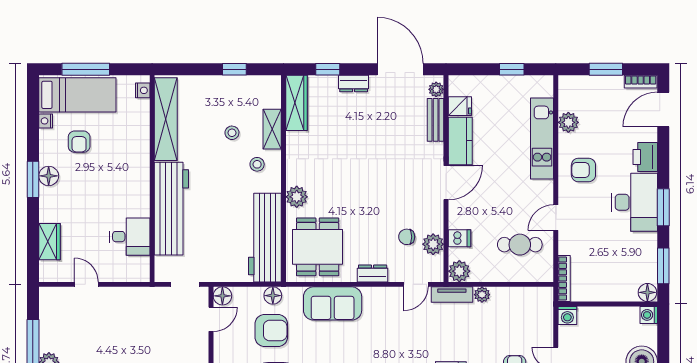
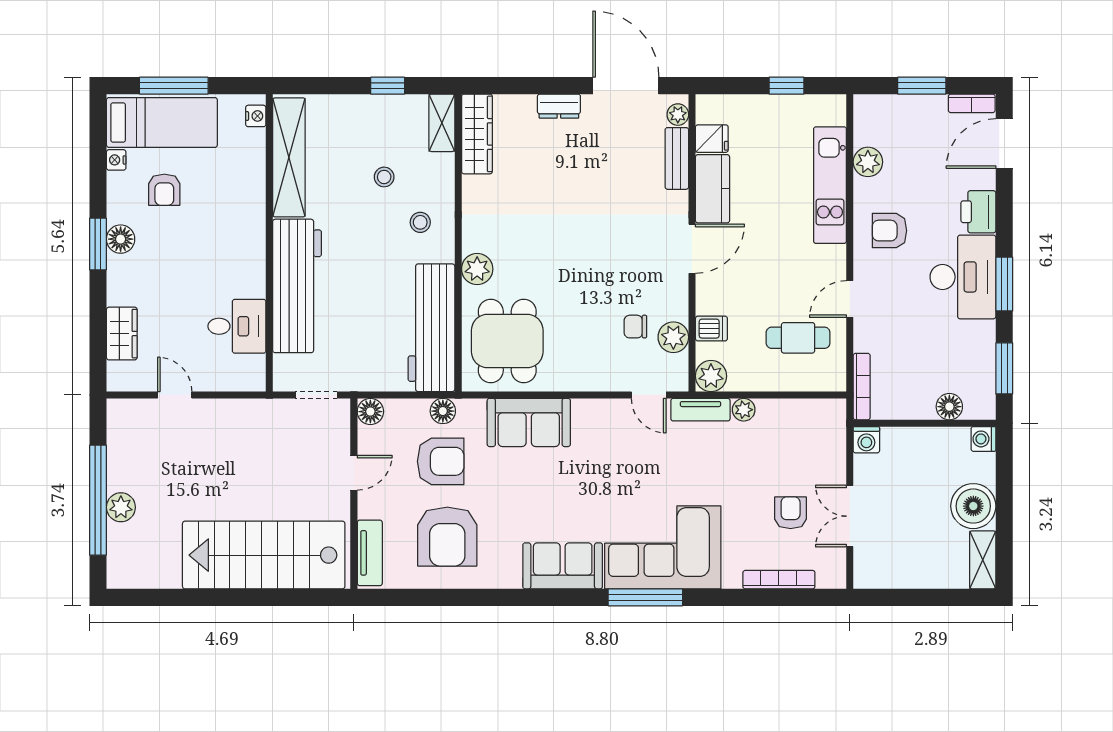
window: (328, 69) -> (522, 86), removed
shelving: (272, 129) -> (442, 123), moved
dresser: (373, 273) -> (586, 379), removed
door: (416, 284) -> (649, 395), hinge flipped
floor lamp: (647, 292) -> (949, 407), moved
door: (211, 319) -> (354, 473), moved

